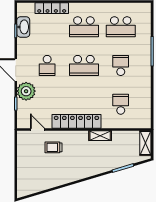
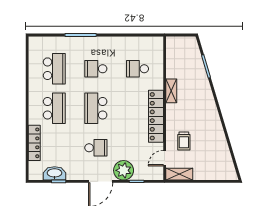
school desk: (84, 65) -> (96, 108), turned 180
shelving: (145, 143) -> (179, 174), moved

